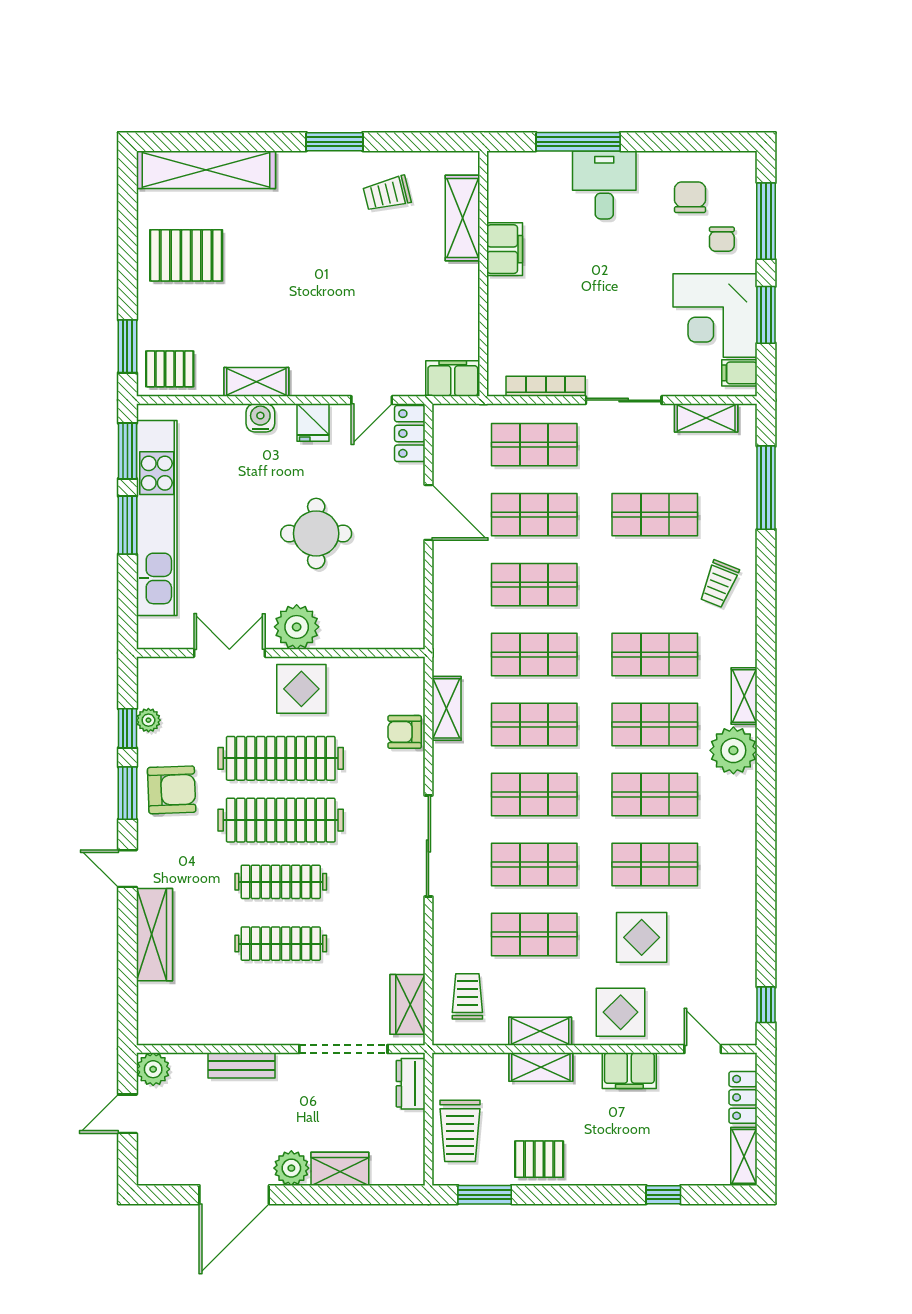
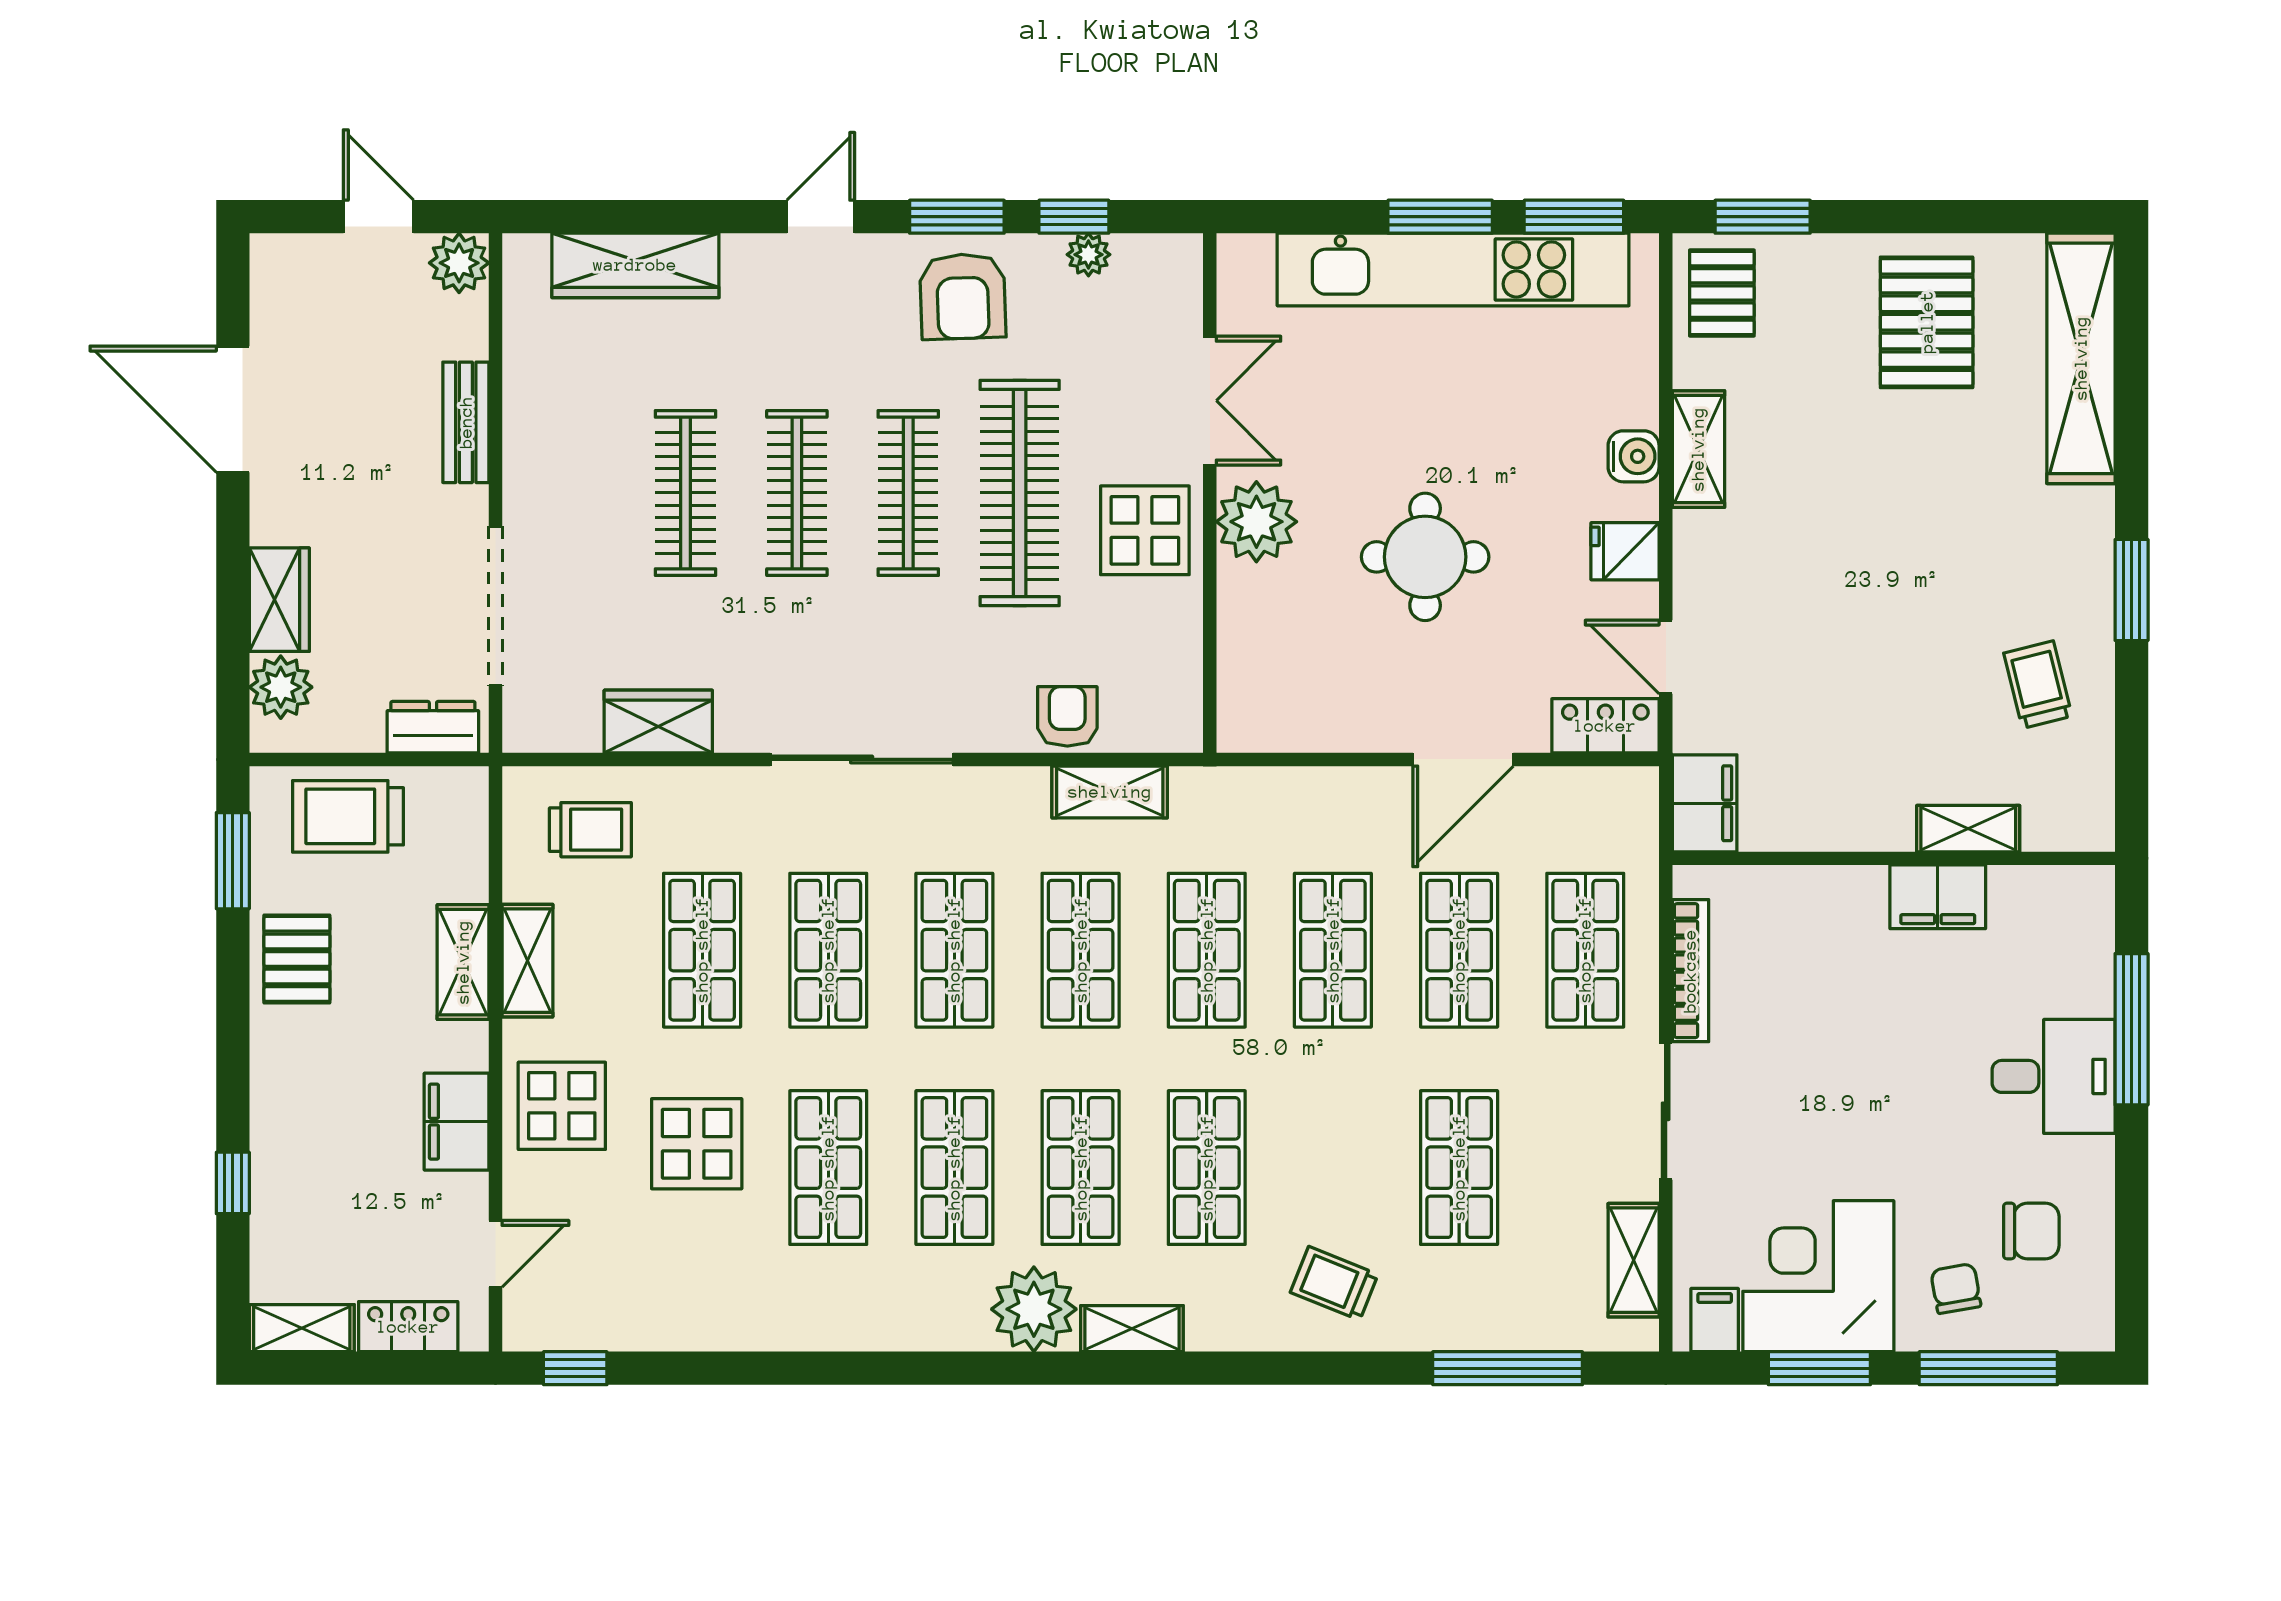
shelving: (463, 218) -> (1968, 829), width x0.67, depth x0.75
chair: (722, 239) -> (1956, 1288), turned 80
clothes rail: (281, 820) -> (908, 493), width x0.73, depth x0.76
wardrobe: (154, 935) -> (635, 265), moved
wardrobe: (407, 1004) -> (658, 722), moved
plant: (291, 1168) -> (281, 687), moved

